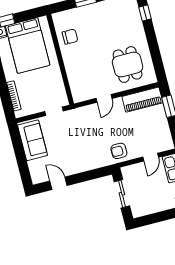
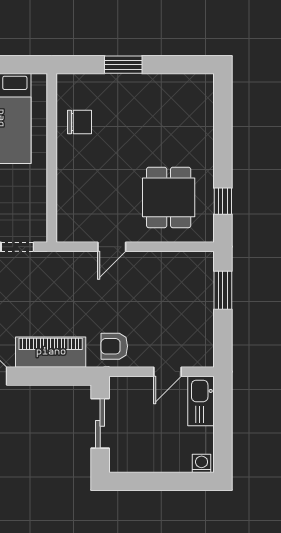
window: (145, 13) -> (223, 201), moved
piano: (142, 100) -> (51, 352), moved, turned 180

